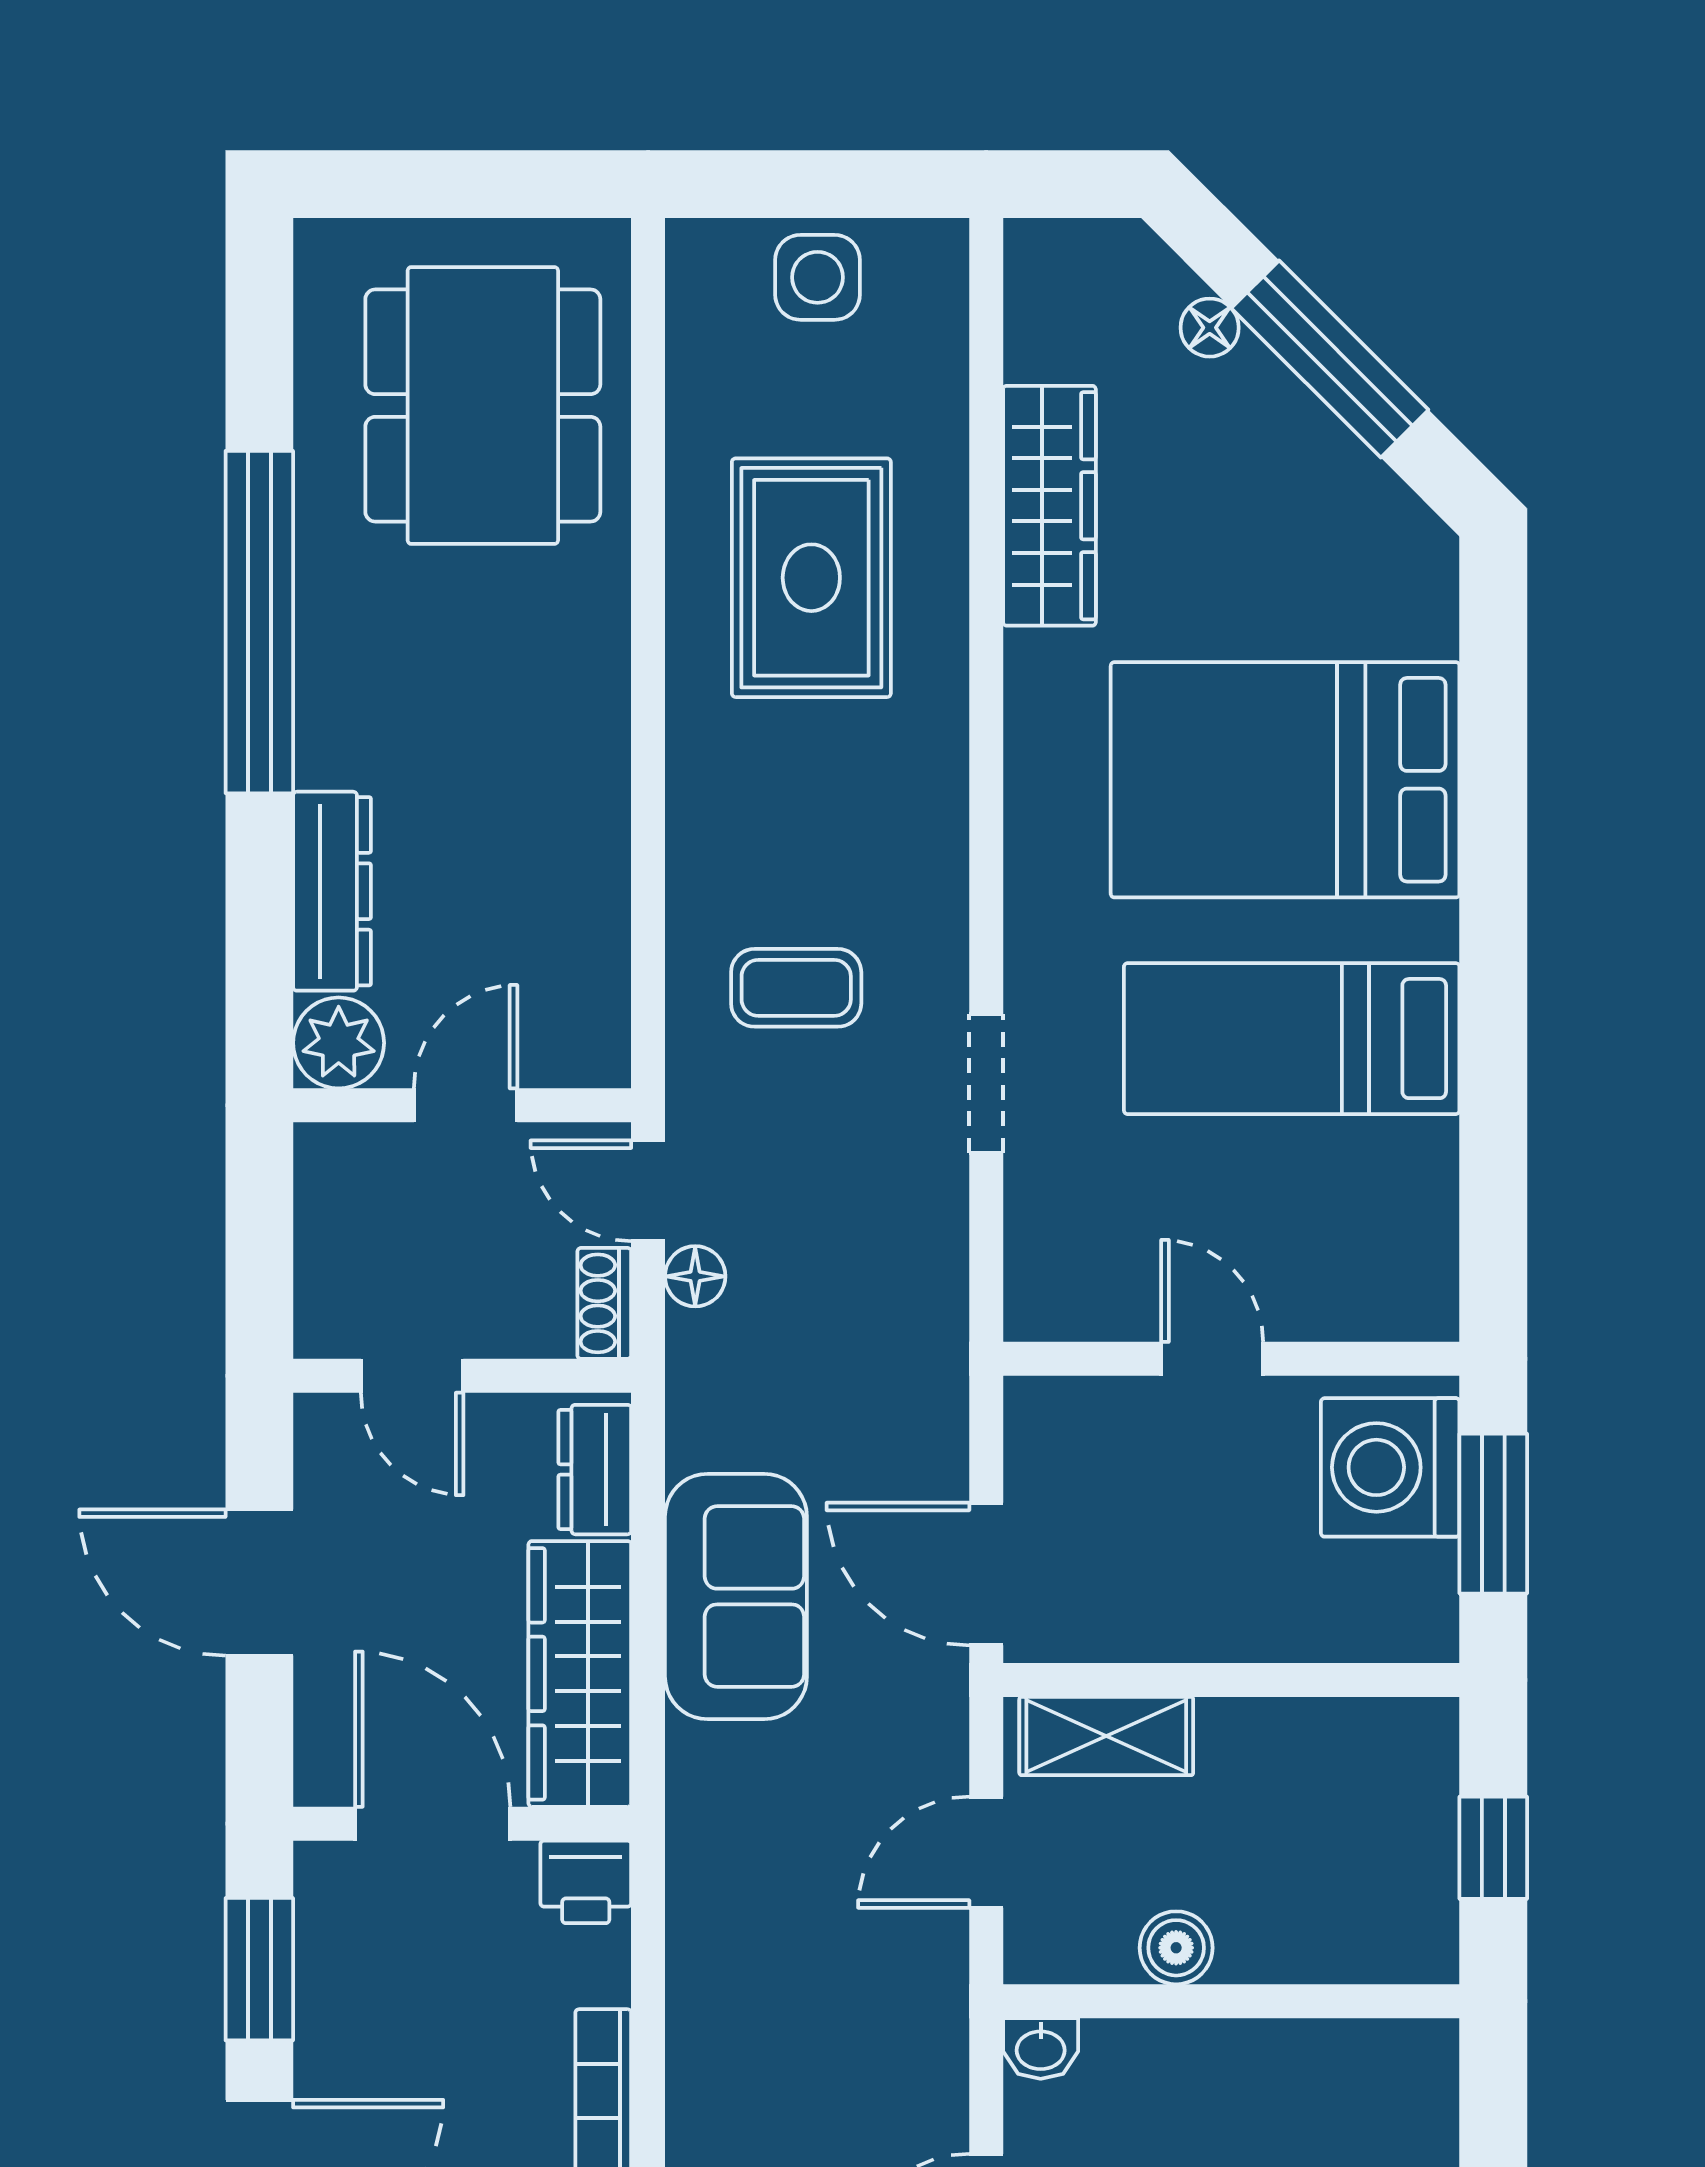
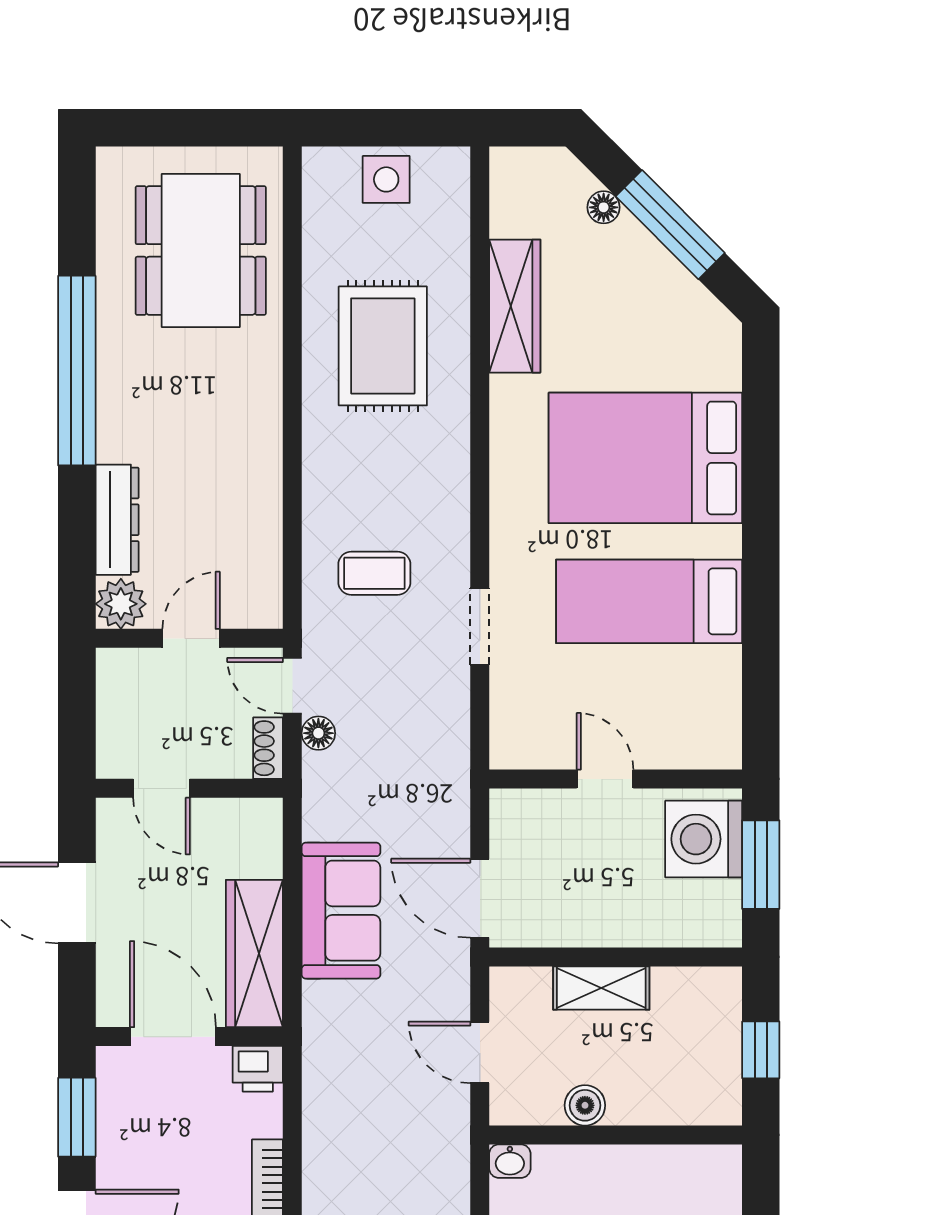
dresser: (595, 1470) -> (263, 840), removed
shelving: (1106, 1736) -> (601, 988), moved
door: (986, 1852) -> (480, 1052), hinge flipped

